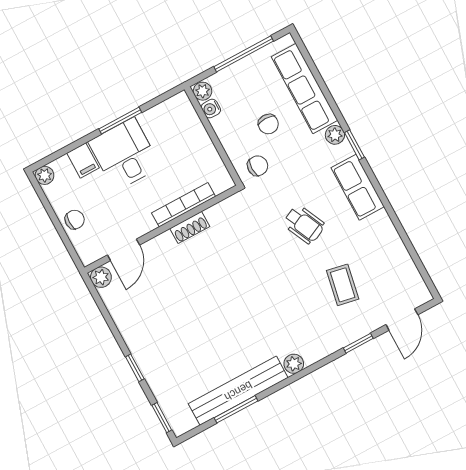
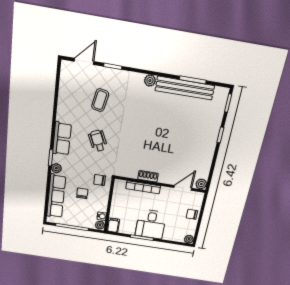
filing cabinet: (83, 160) -> (113, 225), moved

